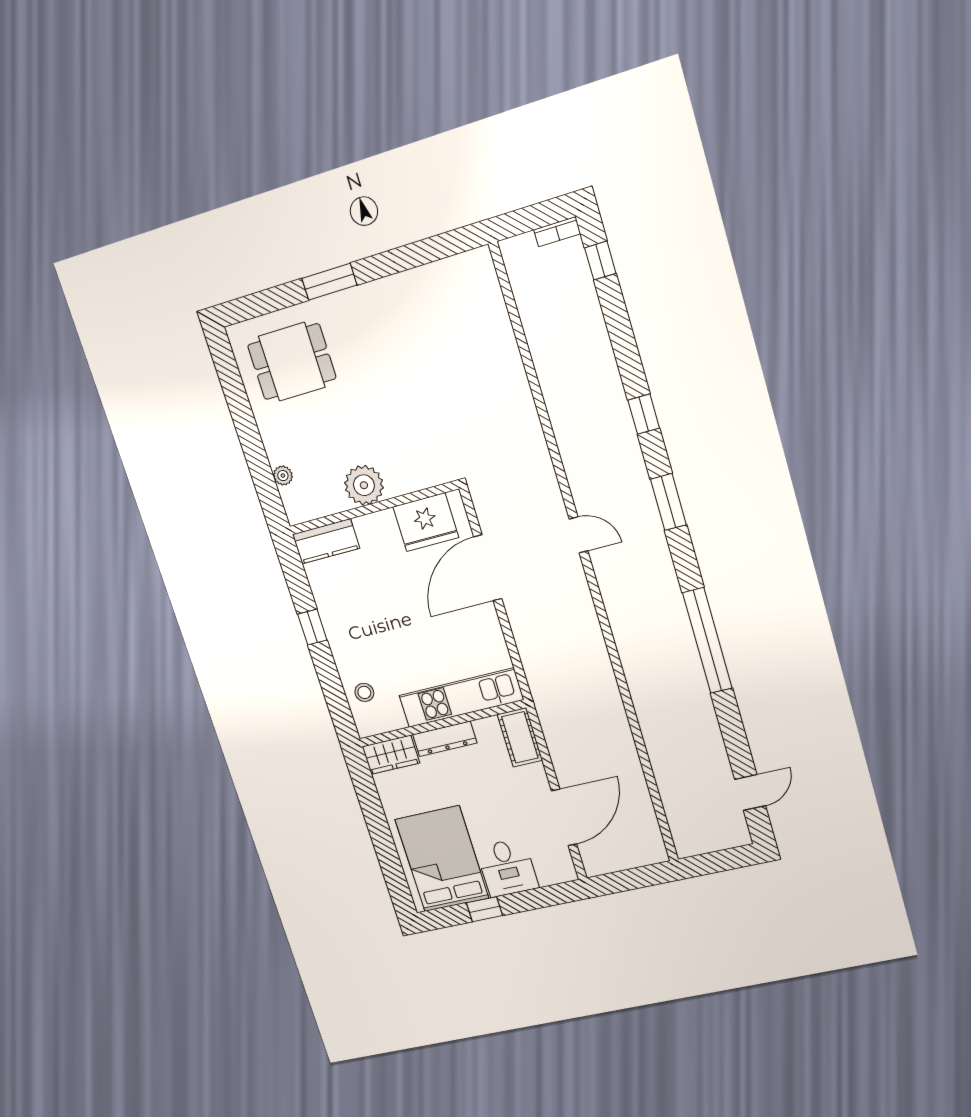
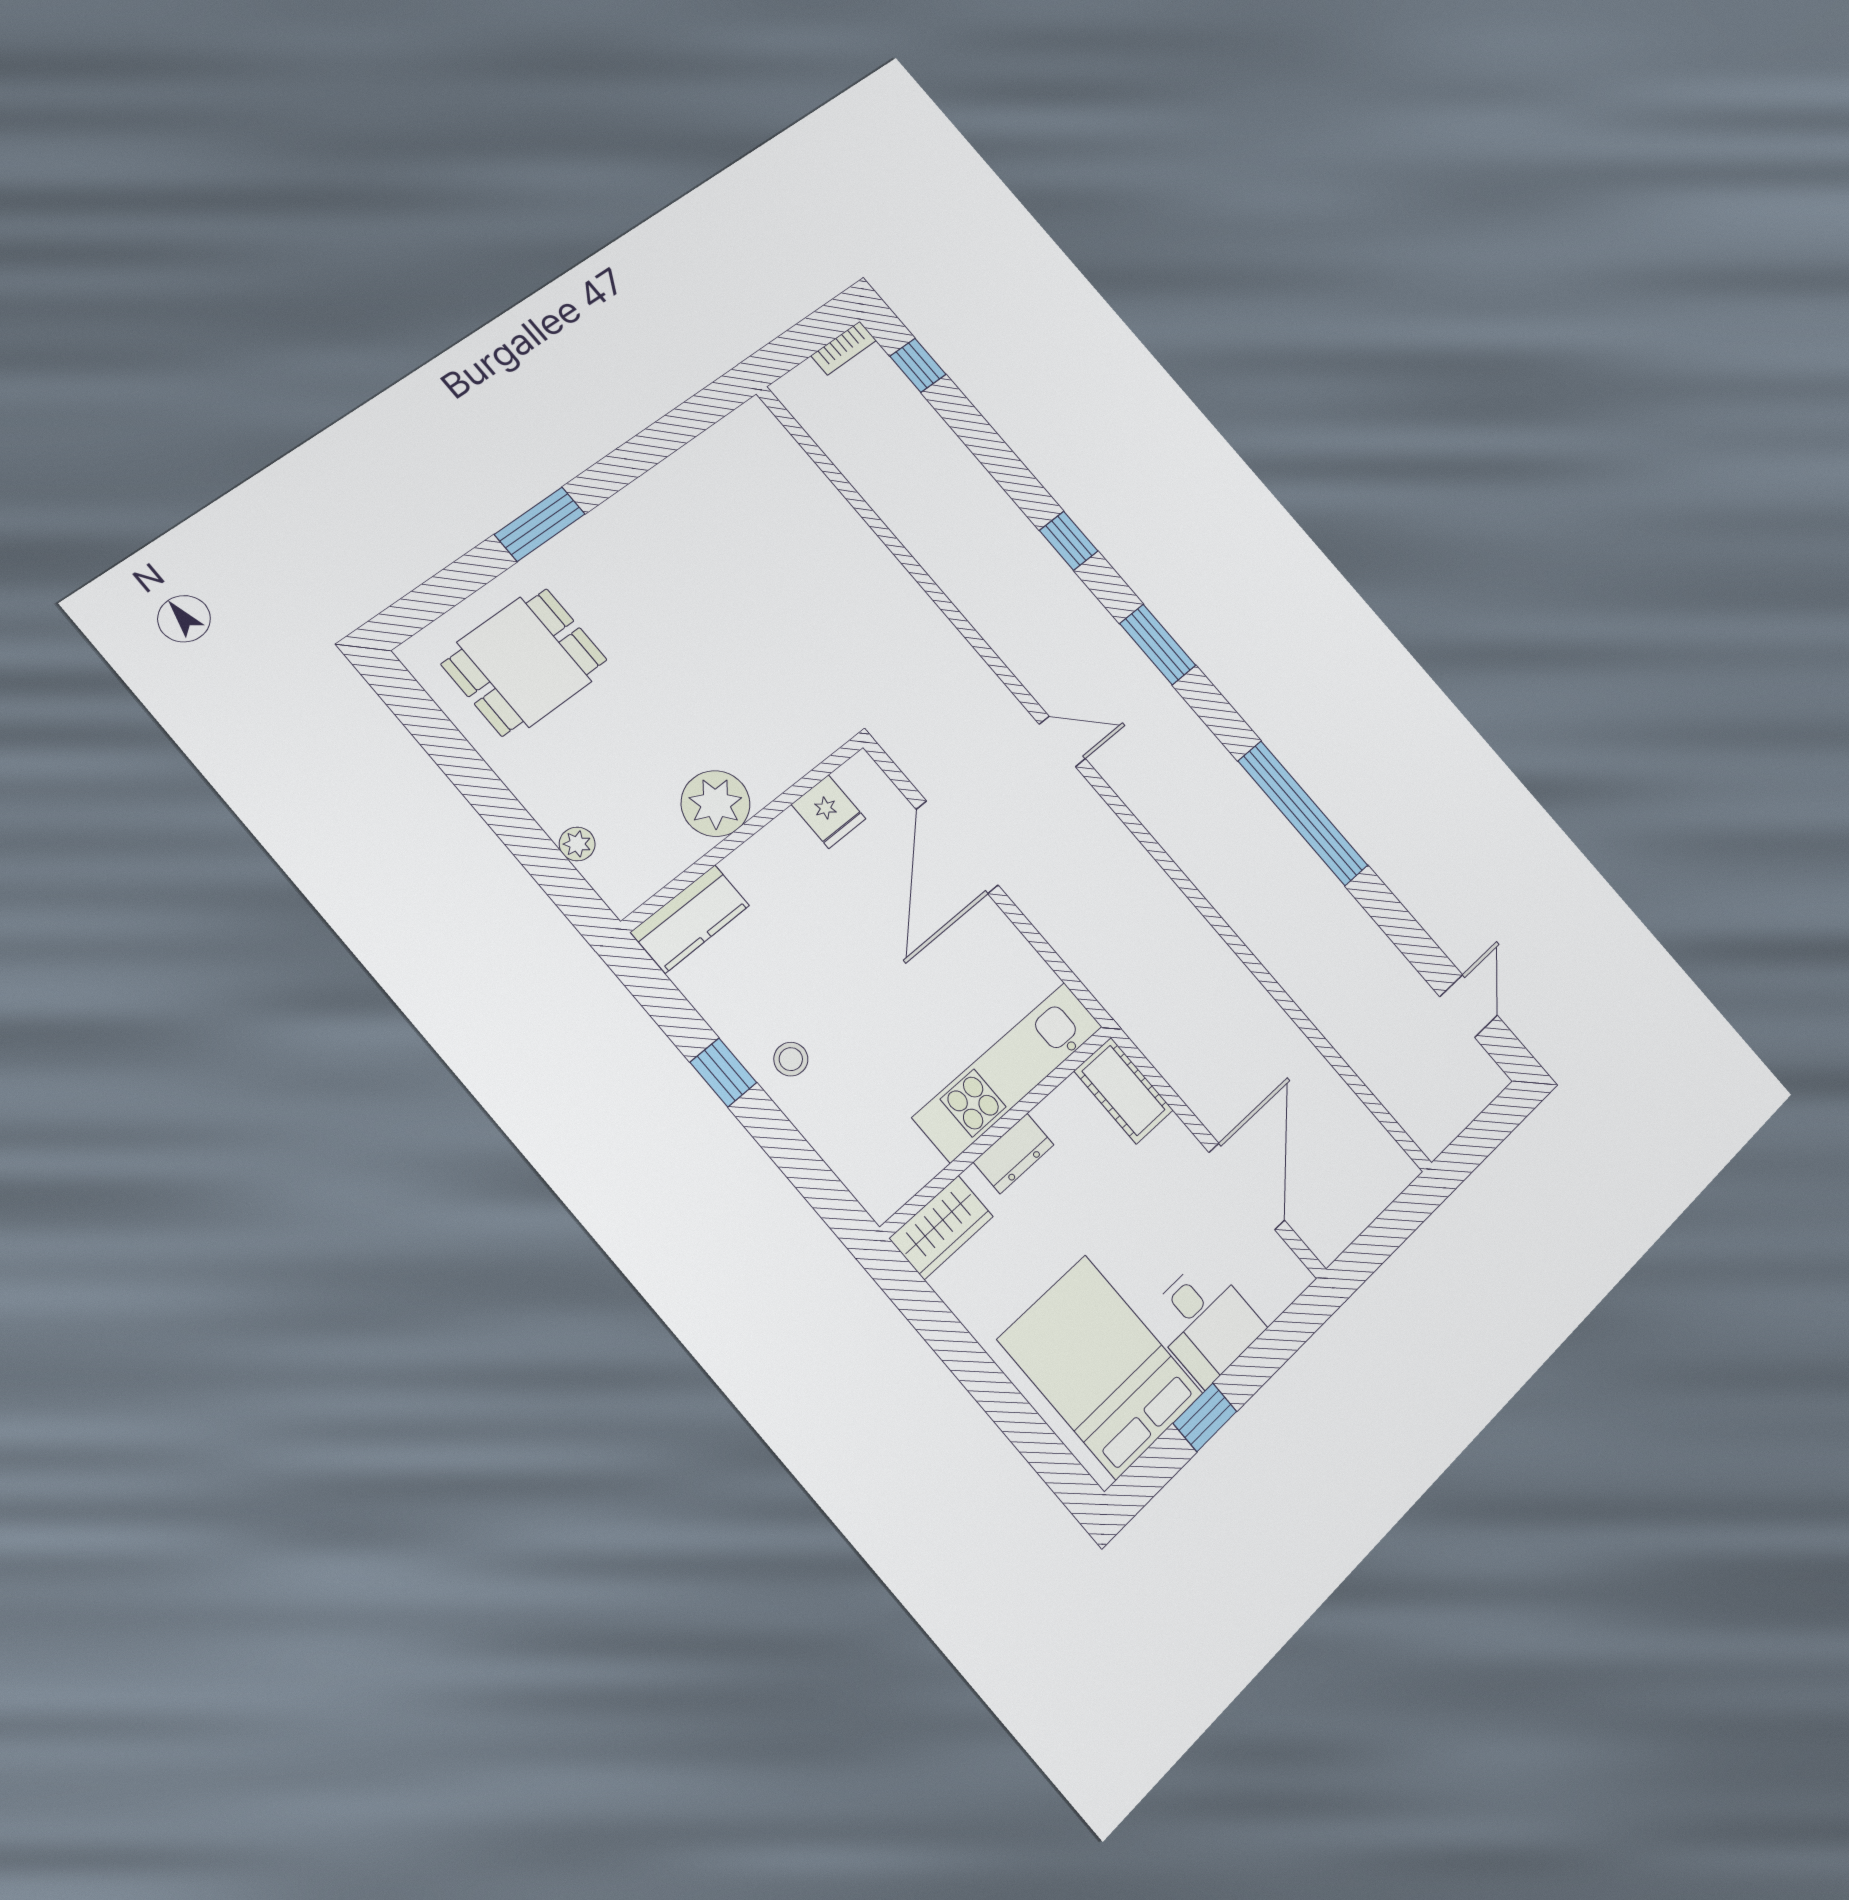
fridge: (426, 522) -> (829, 812), width x0.53, depth x0.75
stool: (364, 692) -> (791, 1059), moved
dresser: (445, 739) -> (1014, 1153), width x0.70

